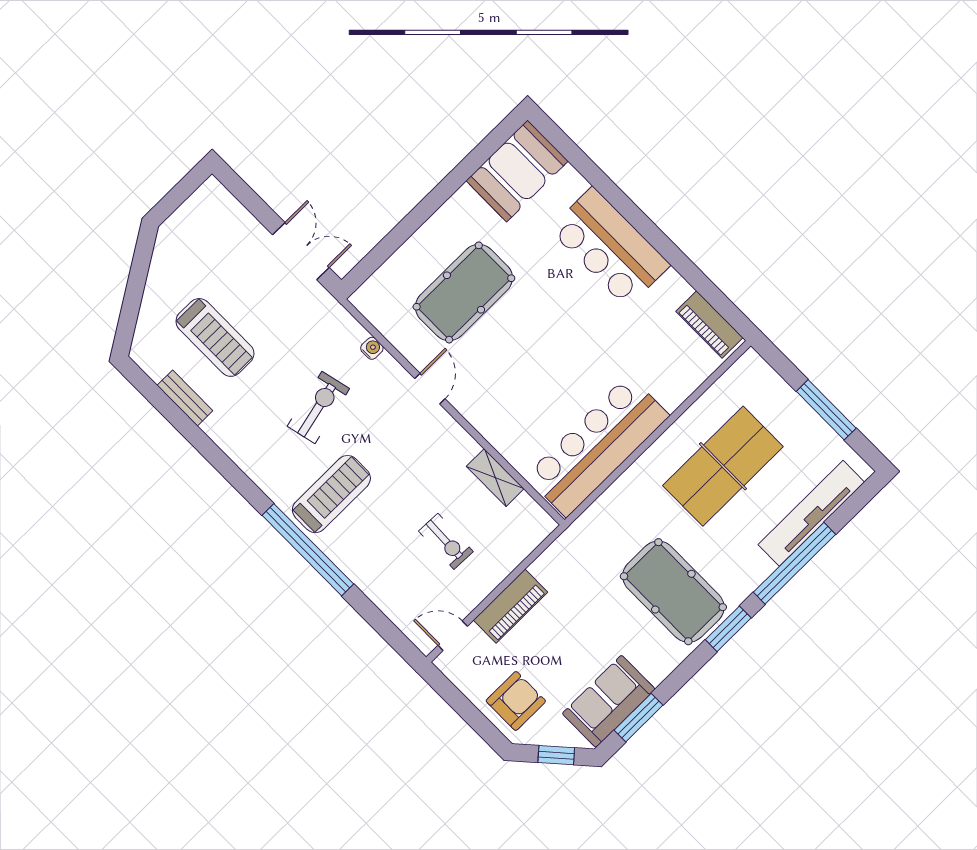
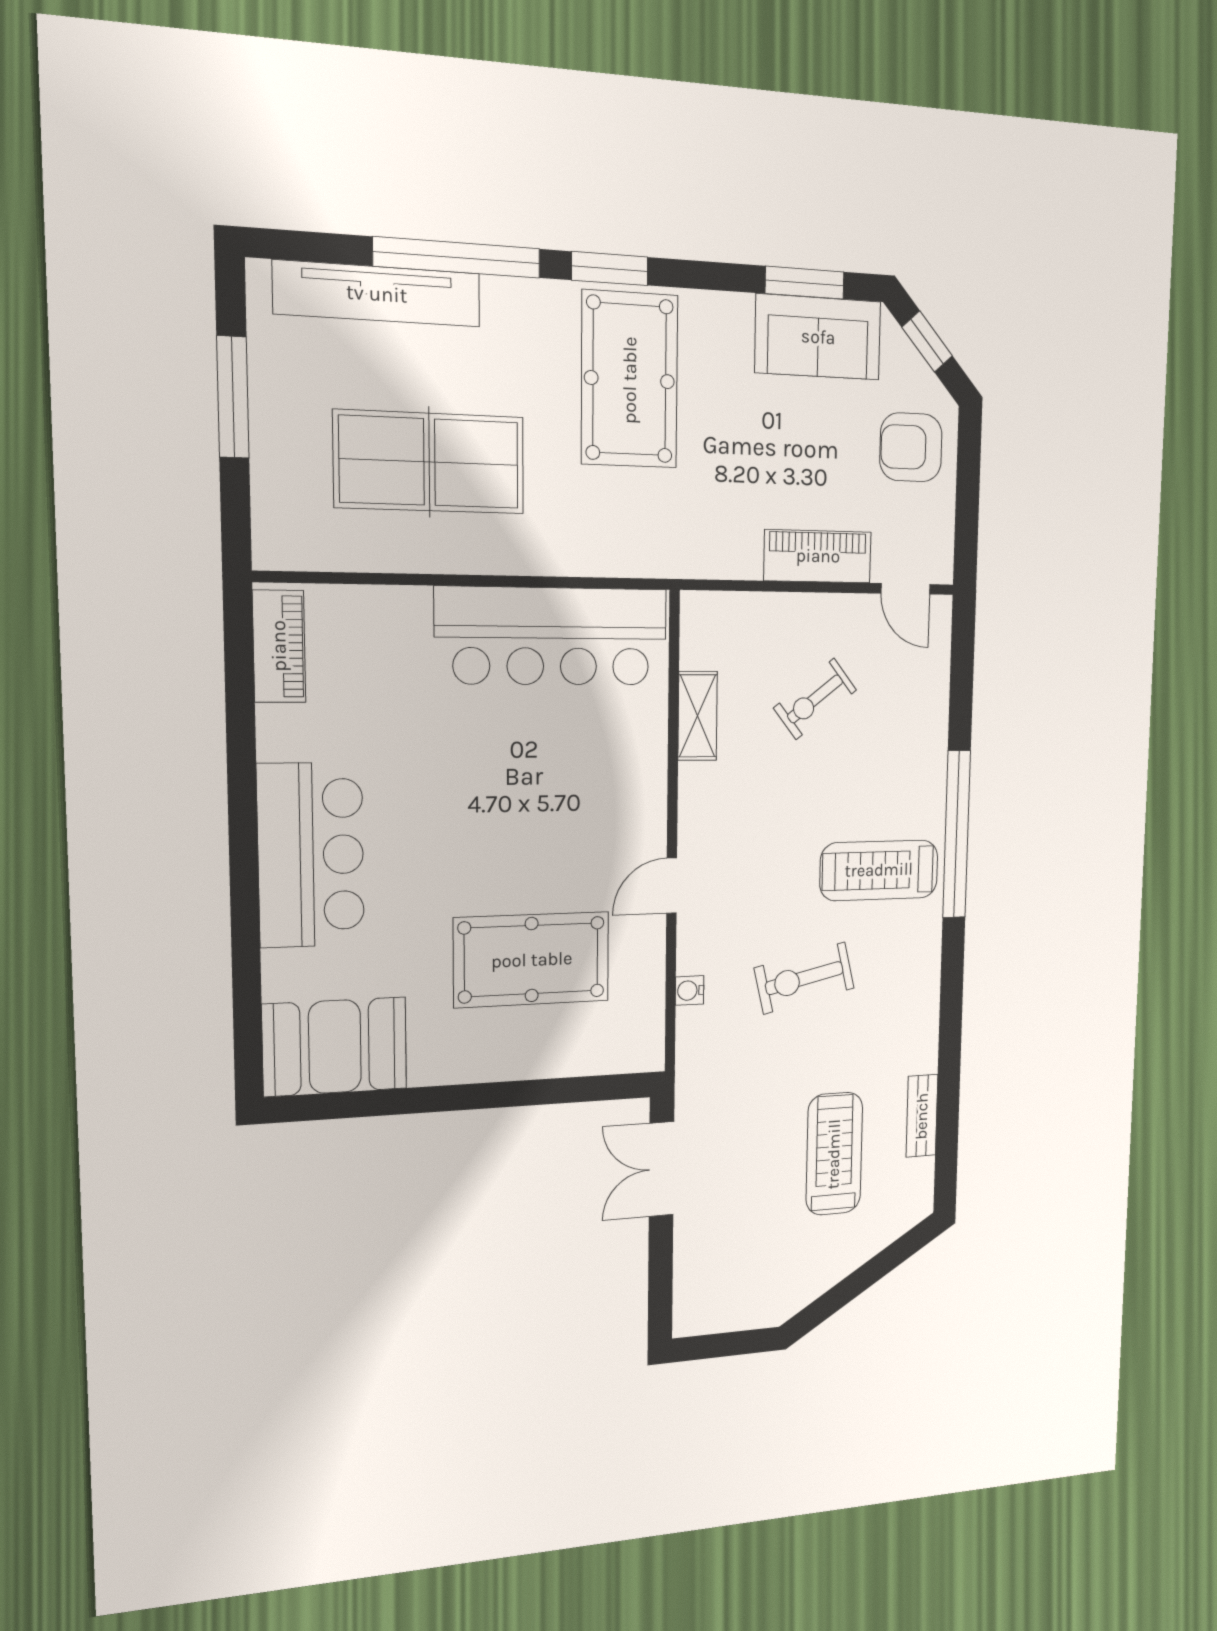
exercise bike: (446, 541) -> (815, 699), turned -130

